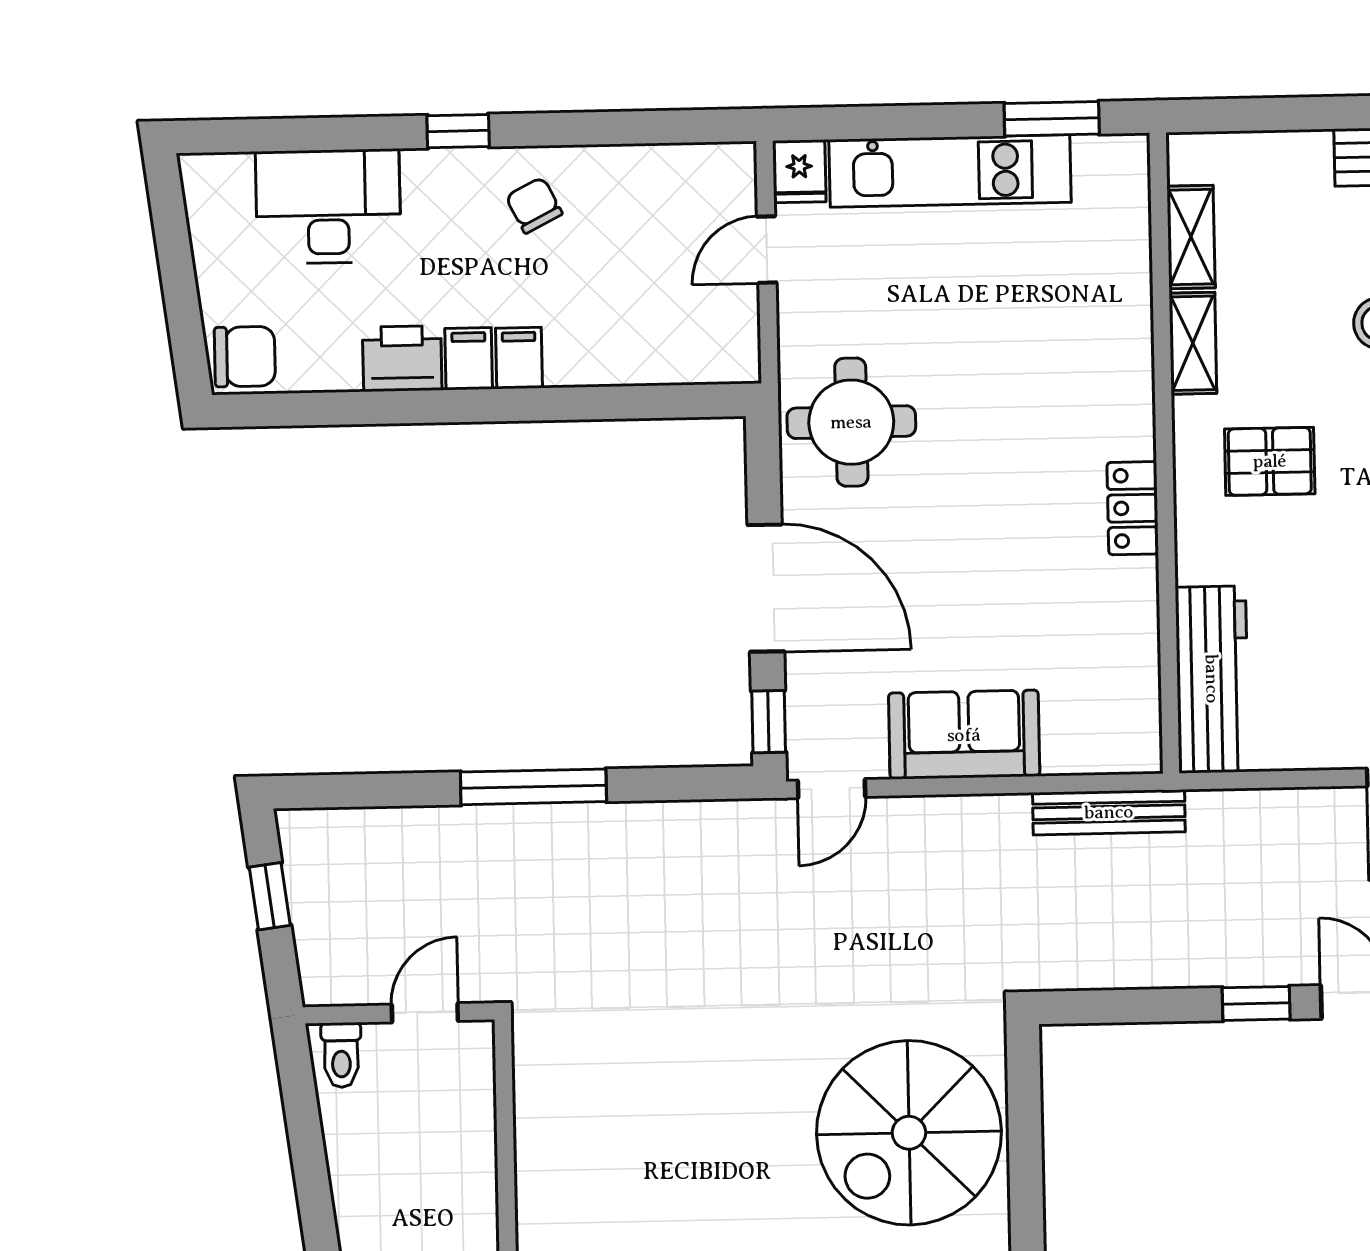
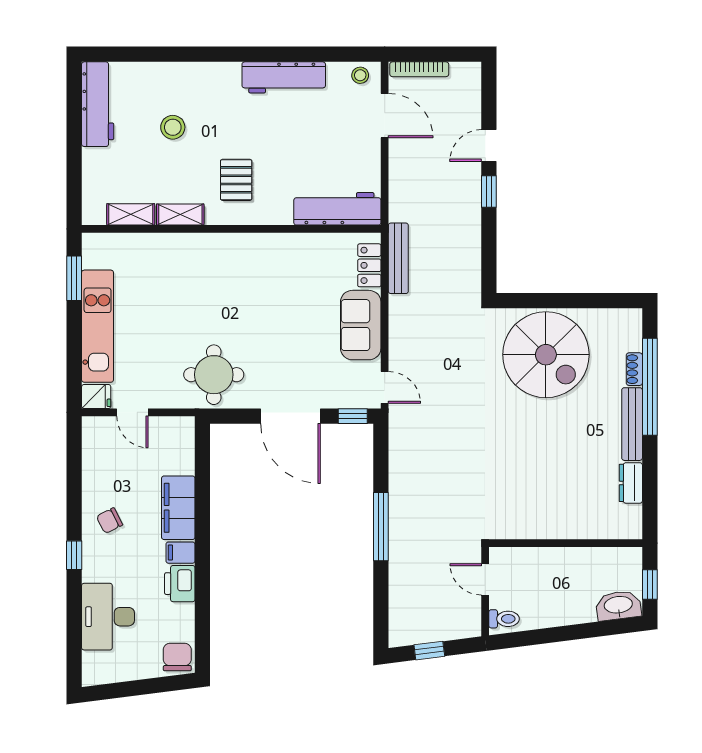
filing cabinet: (519, 358) -> (178, 508), width x3.00, depth x1.17
locker: (1133, 508) -> (369, 265), moved, turned 90
door: (766, 588) -> (290, 416), swing flipped

